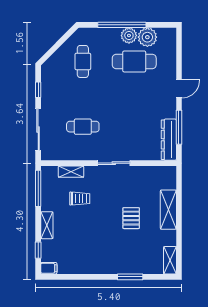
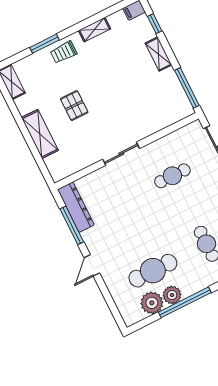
shelving: (71, 172) -> (95, 30), moved
trolley: (80, 199) -> (64, 52), moved

